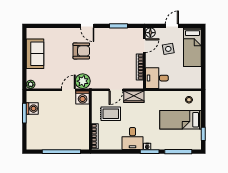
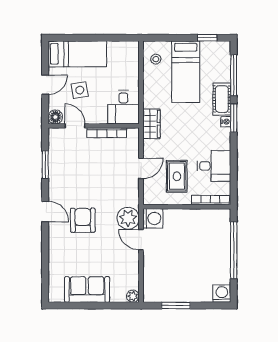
door: (87, 26) -> (45, 212), hinge flipped
door: (172, 26) -> (45, 85), swing flipped
door: (116, 90) -> (141, 168), hinge flipped
wardrobe: (134, 97) -> (151, 124), moved
washing machine: (32, 109) -> (222, 294), moved
desk: (133, 138) -> (214, 166), moved
cot: (162, 144) -> (222, 99), added

